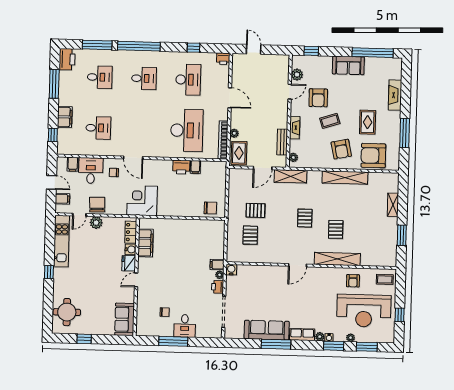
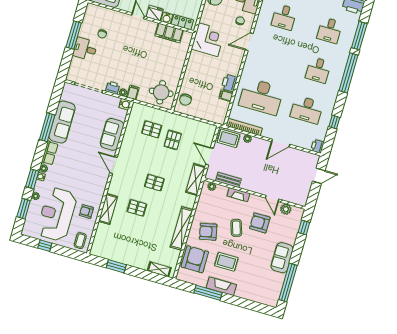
fireplace: (395, 95) -> (221, 286), moved
shelving: (393, 205) -> (159, 269), moved
round table: (209, 235) -> (161, 92), added
shelving: (337, 259) -> (108, 209), width x0.68
sofa: (266, 275) -> (112, 134), added

